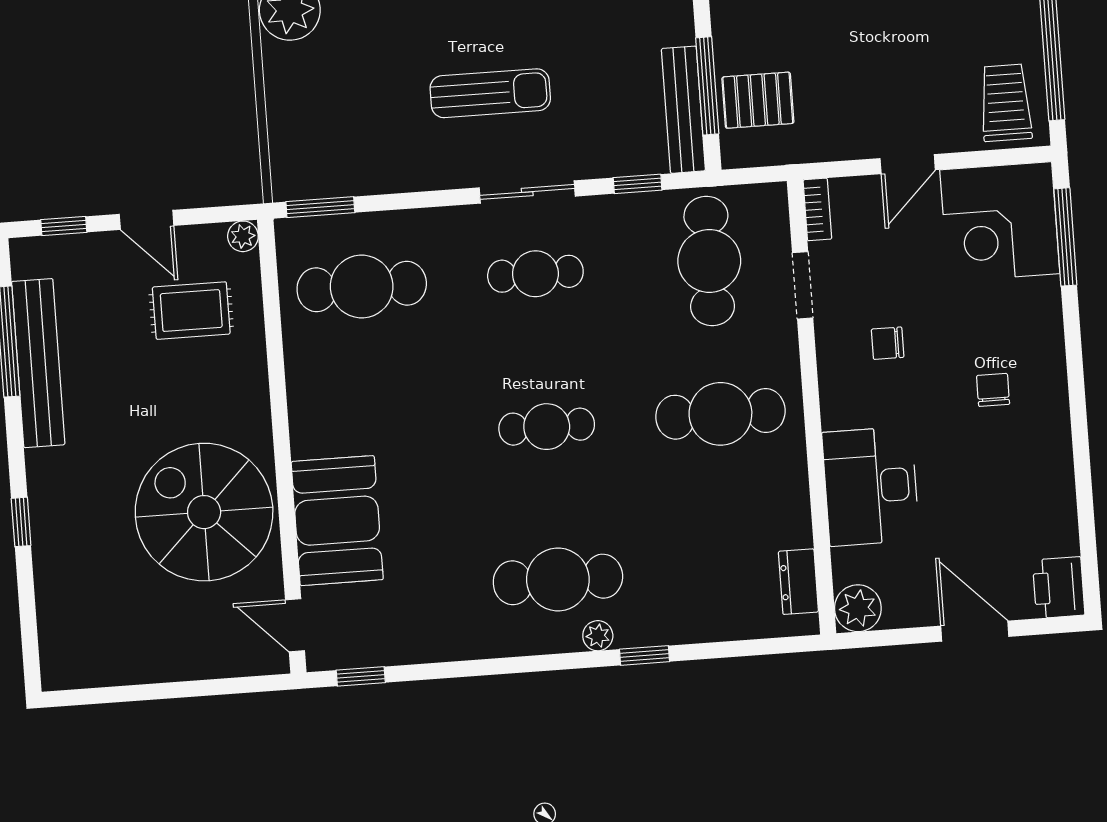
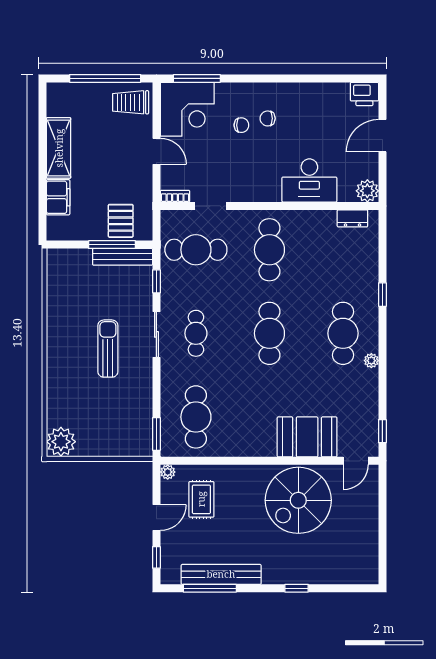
chair: (888, 343) -> (241, 125), moved, turned -90
cafe table: (547, 427) -> (269, 333), width x1.37, depth x1.35
plant: (598, 636) -> (371, 361), moved

